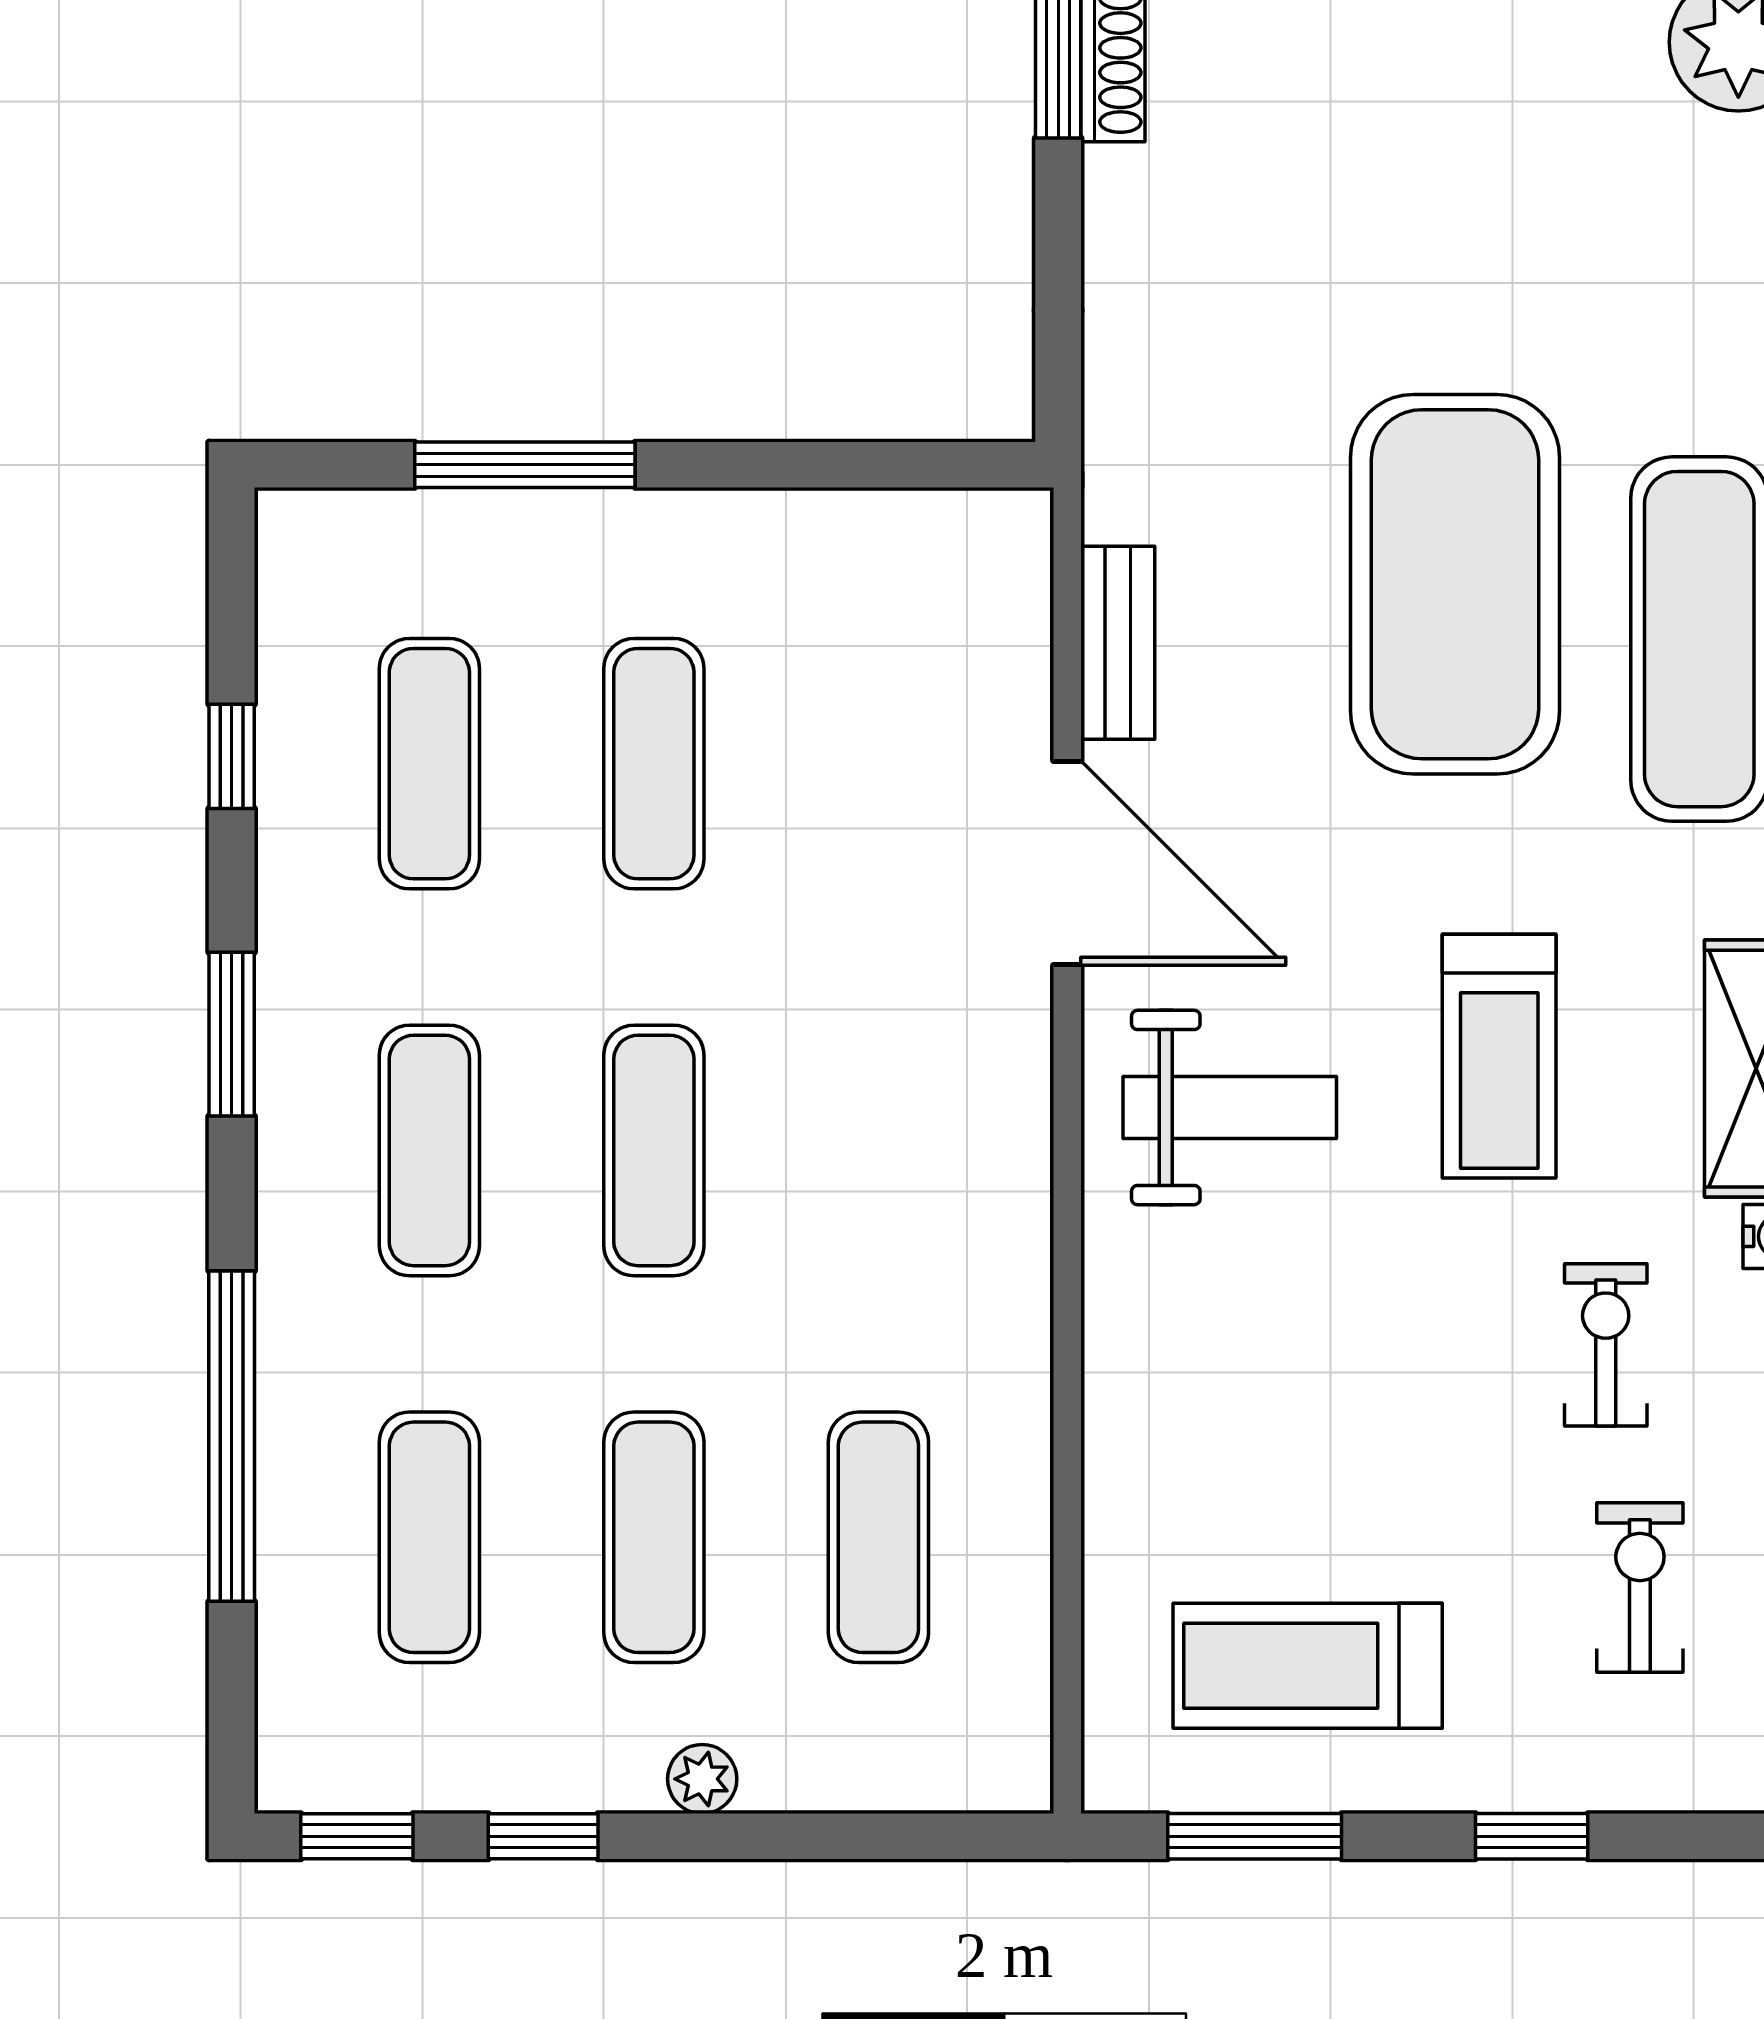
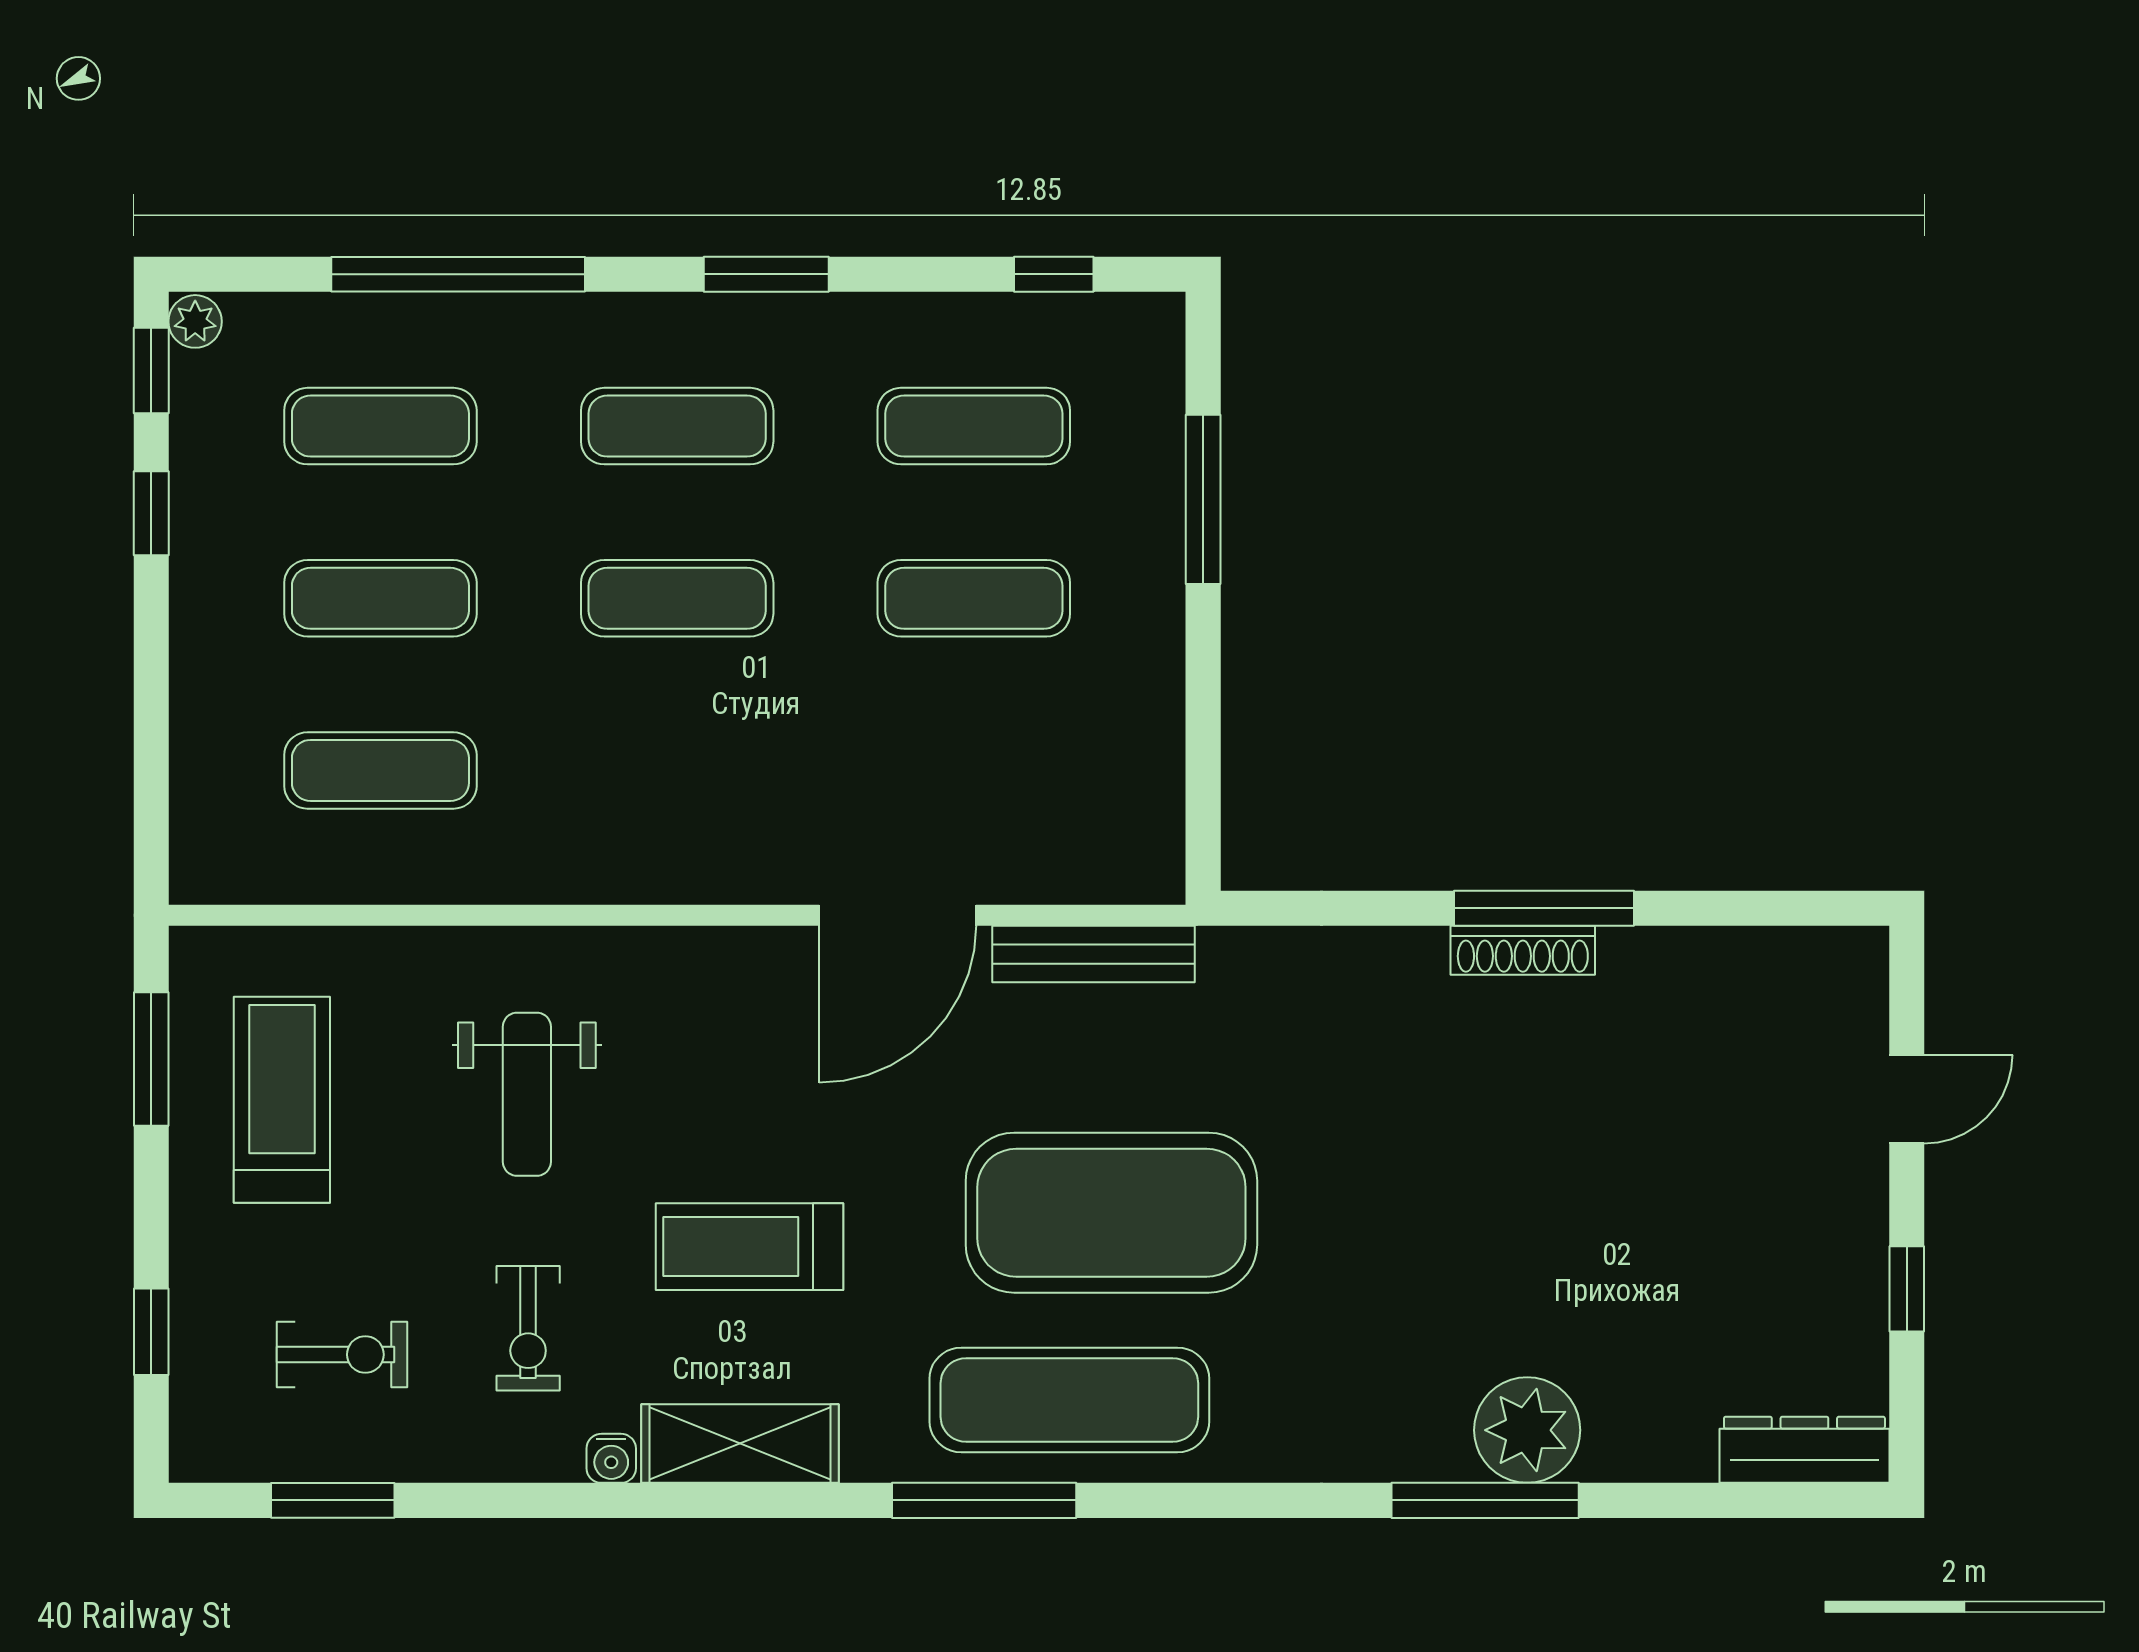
bench: (1118, 643) -> (1094, 954), width x1.36
window: (232, 756) -> (1054, 274), moved
weight bench: (1230, 1108) -> (527, 1094), moved
exercise bike: (1606, 1345) -> (528, 1328), turned 90
plant: (702, 1779) -> (195, 321), moved
window: (1532, 1836) -> (151, 1332), moved

